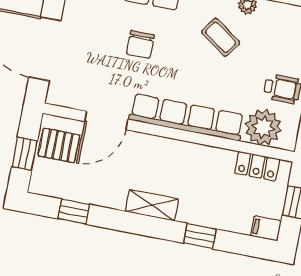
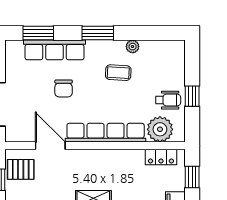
coffee table: (221, 37) -> (118, 73), turned -32
door: (106, 120) -> (50, 146), swing flipped

